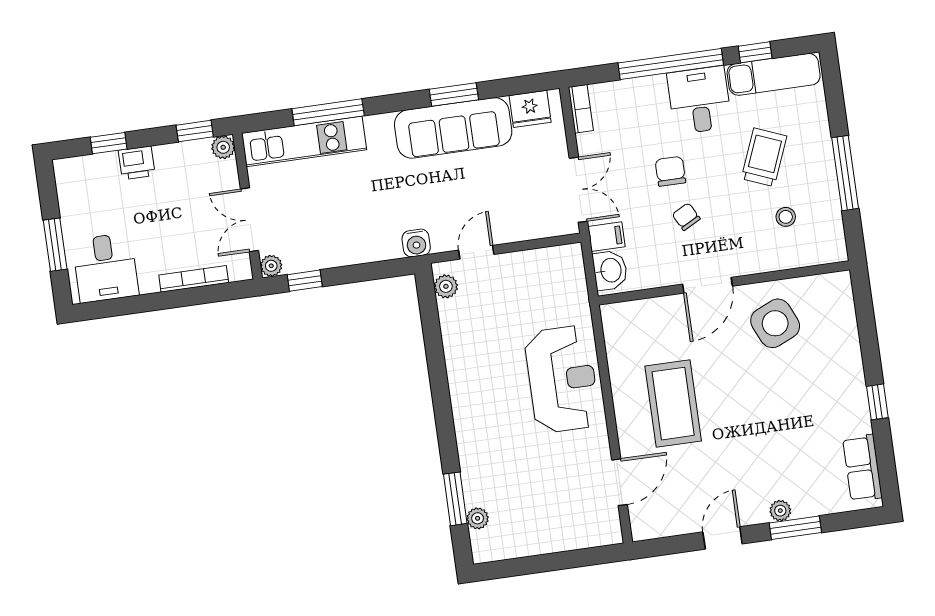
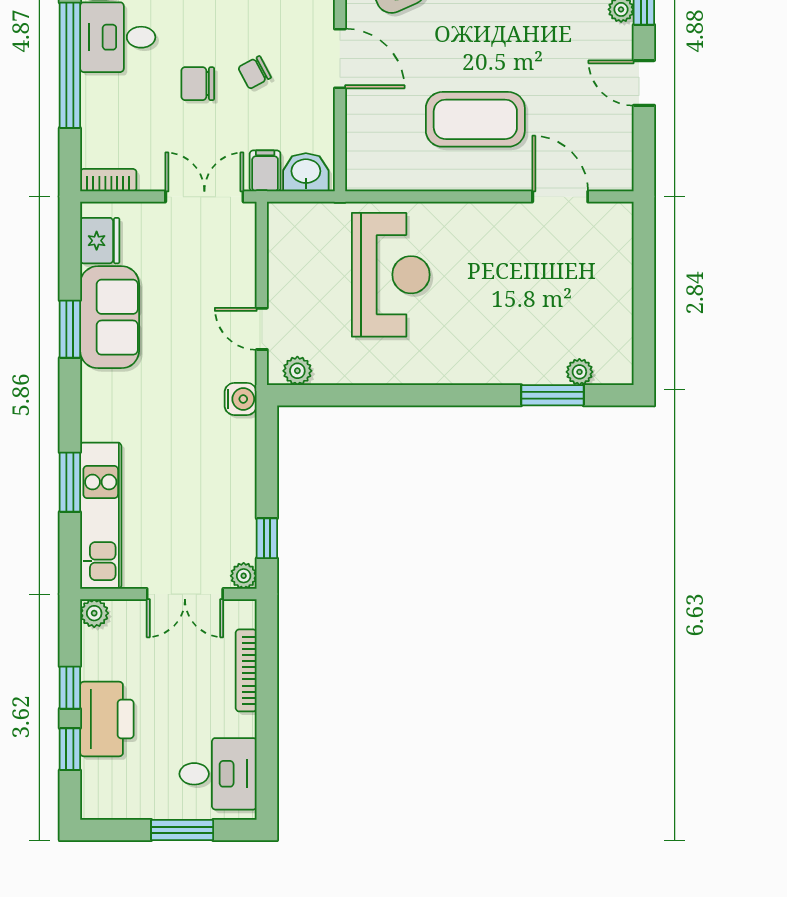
window: (328, 112) -> (70, 482), width x0.69
sofa: (453, 128) -> (110, 317), width x0.73
window: (195, 131) -> (70, 688), moved
printer: (137, 163) -> (107, 719), width x1.87, depth x1.48
reception desk: (562, 379) -> (391, 275), moved, turned 90

